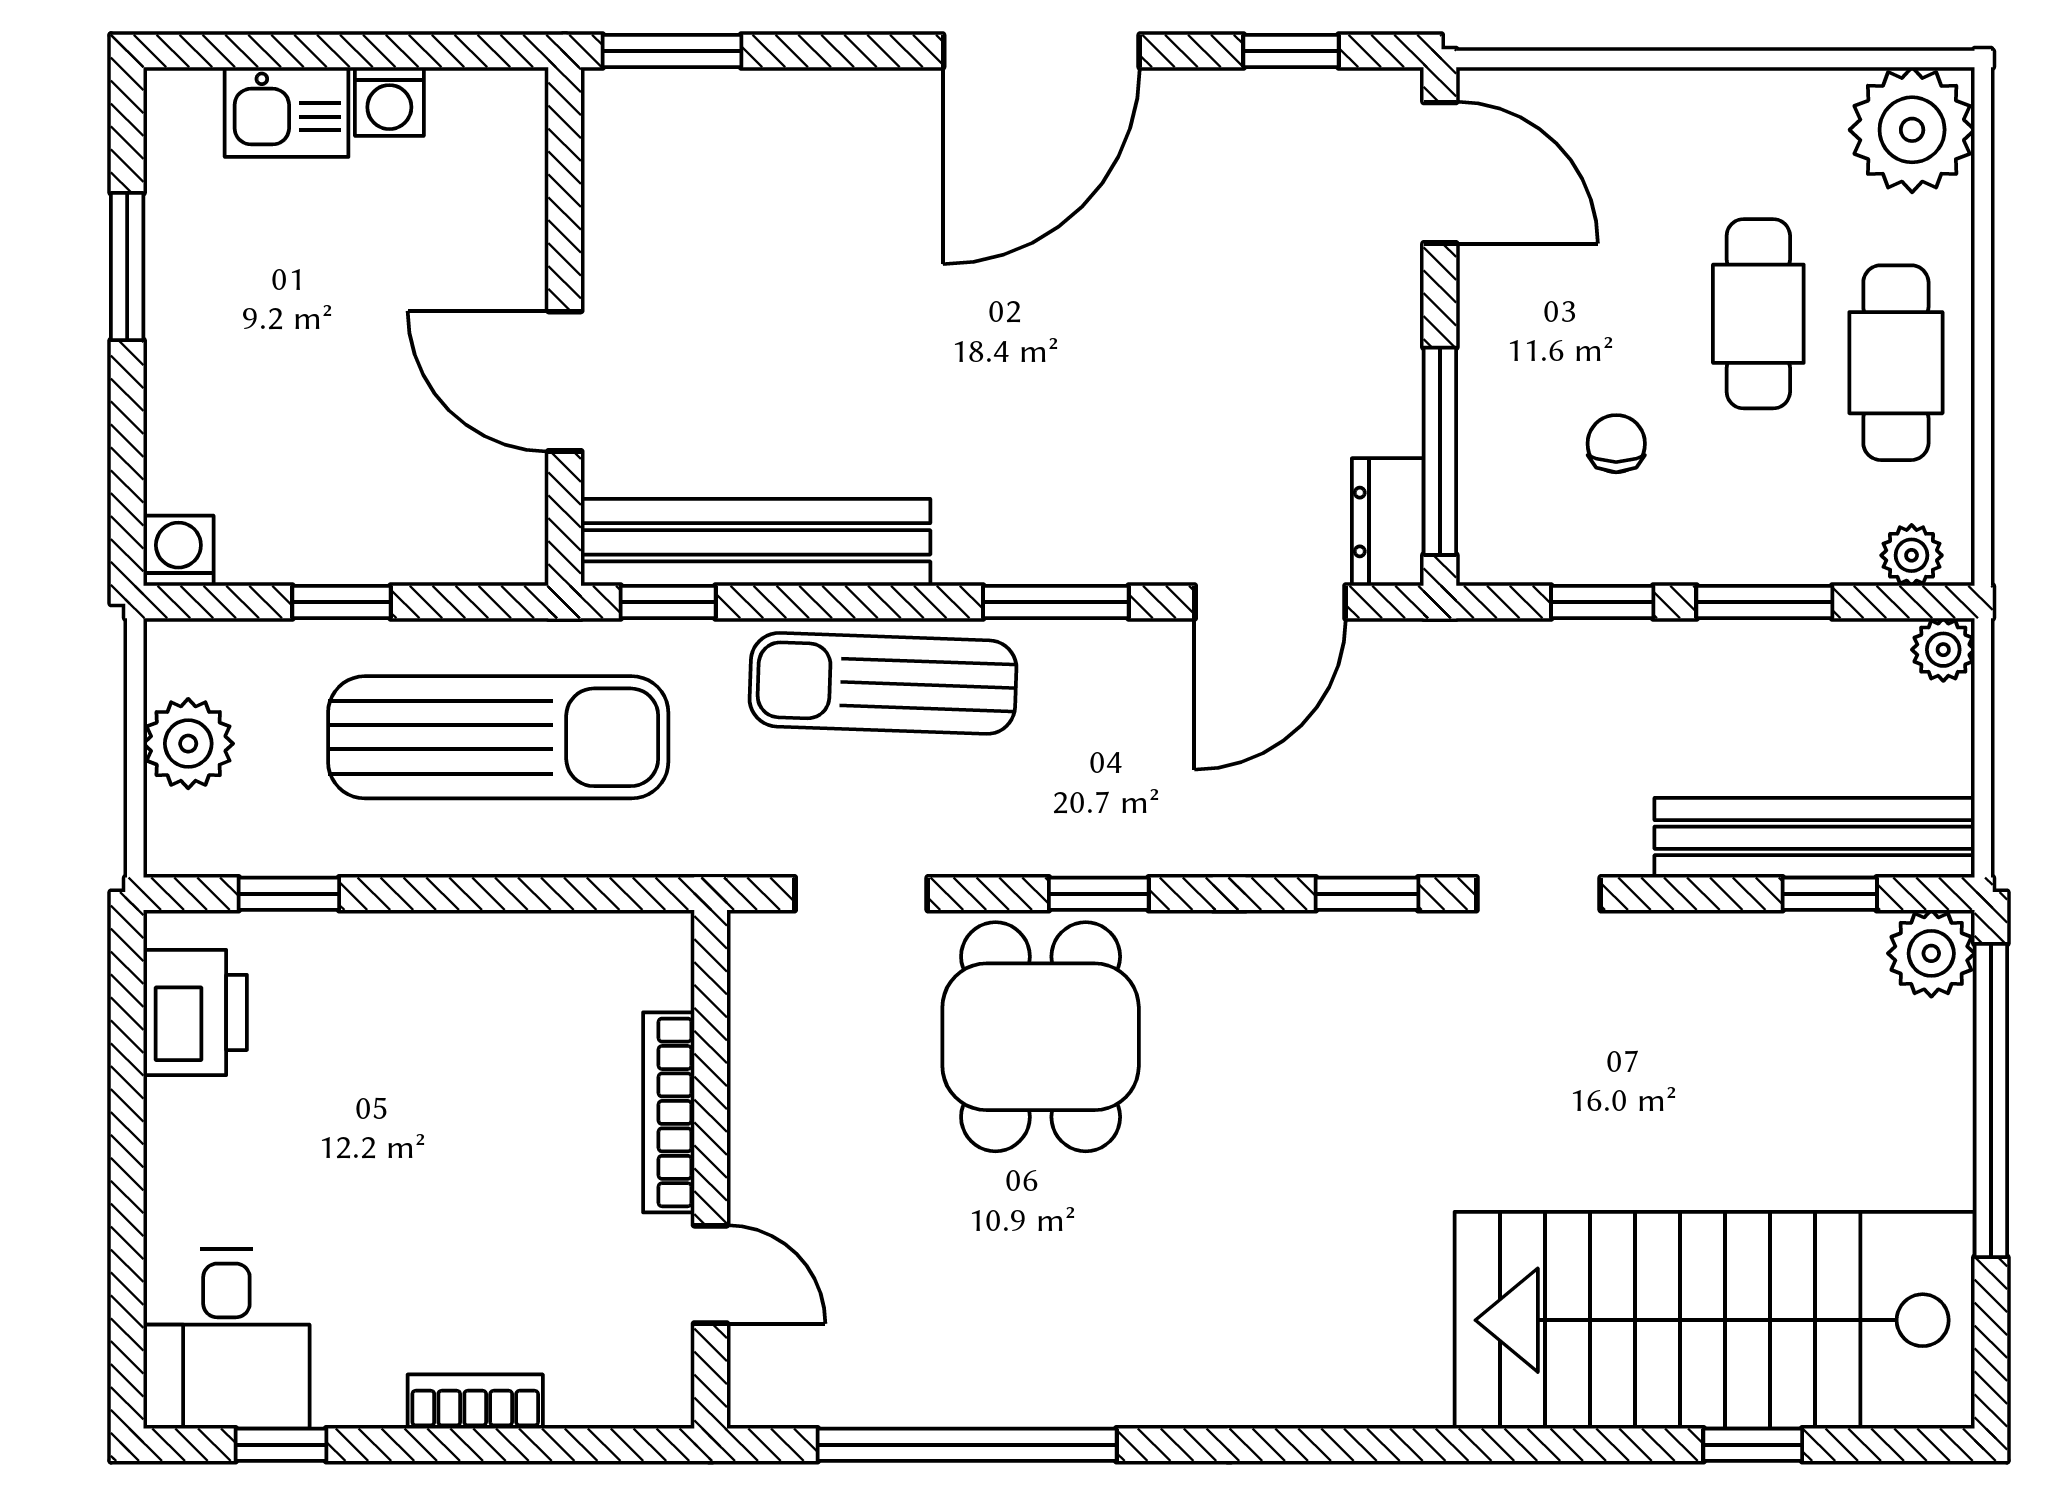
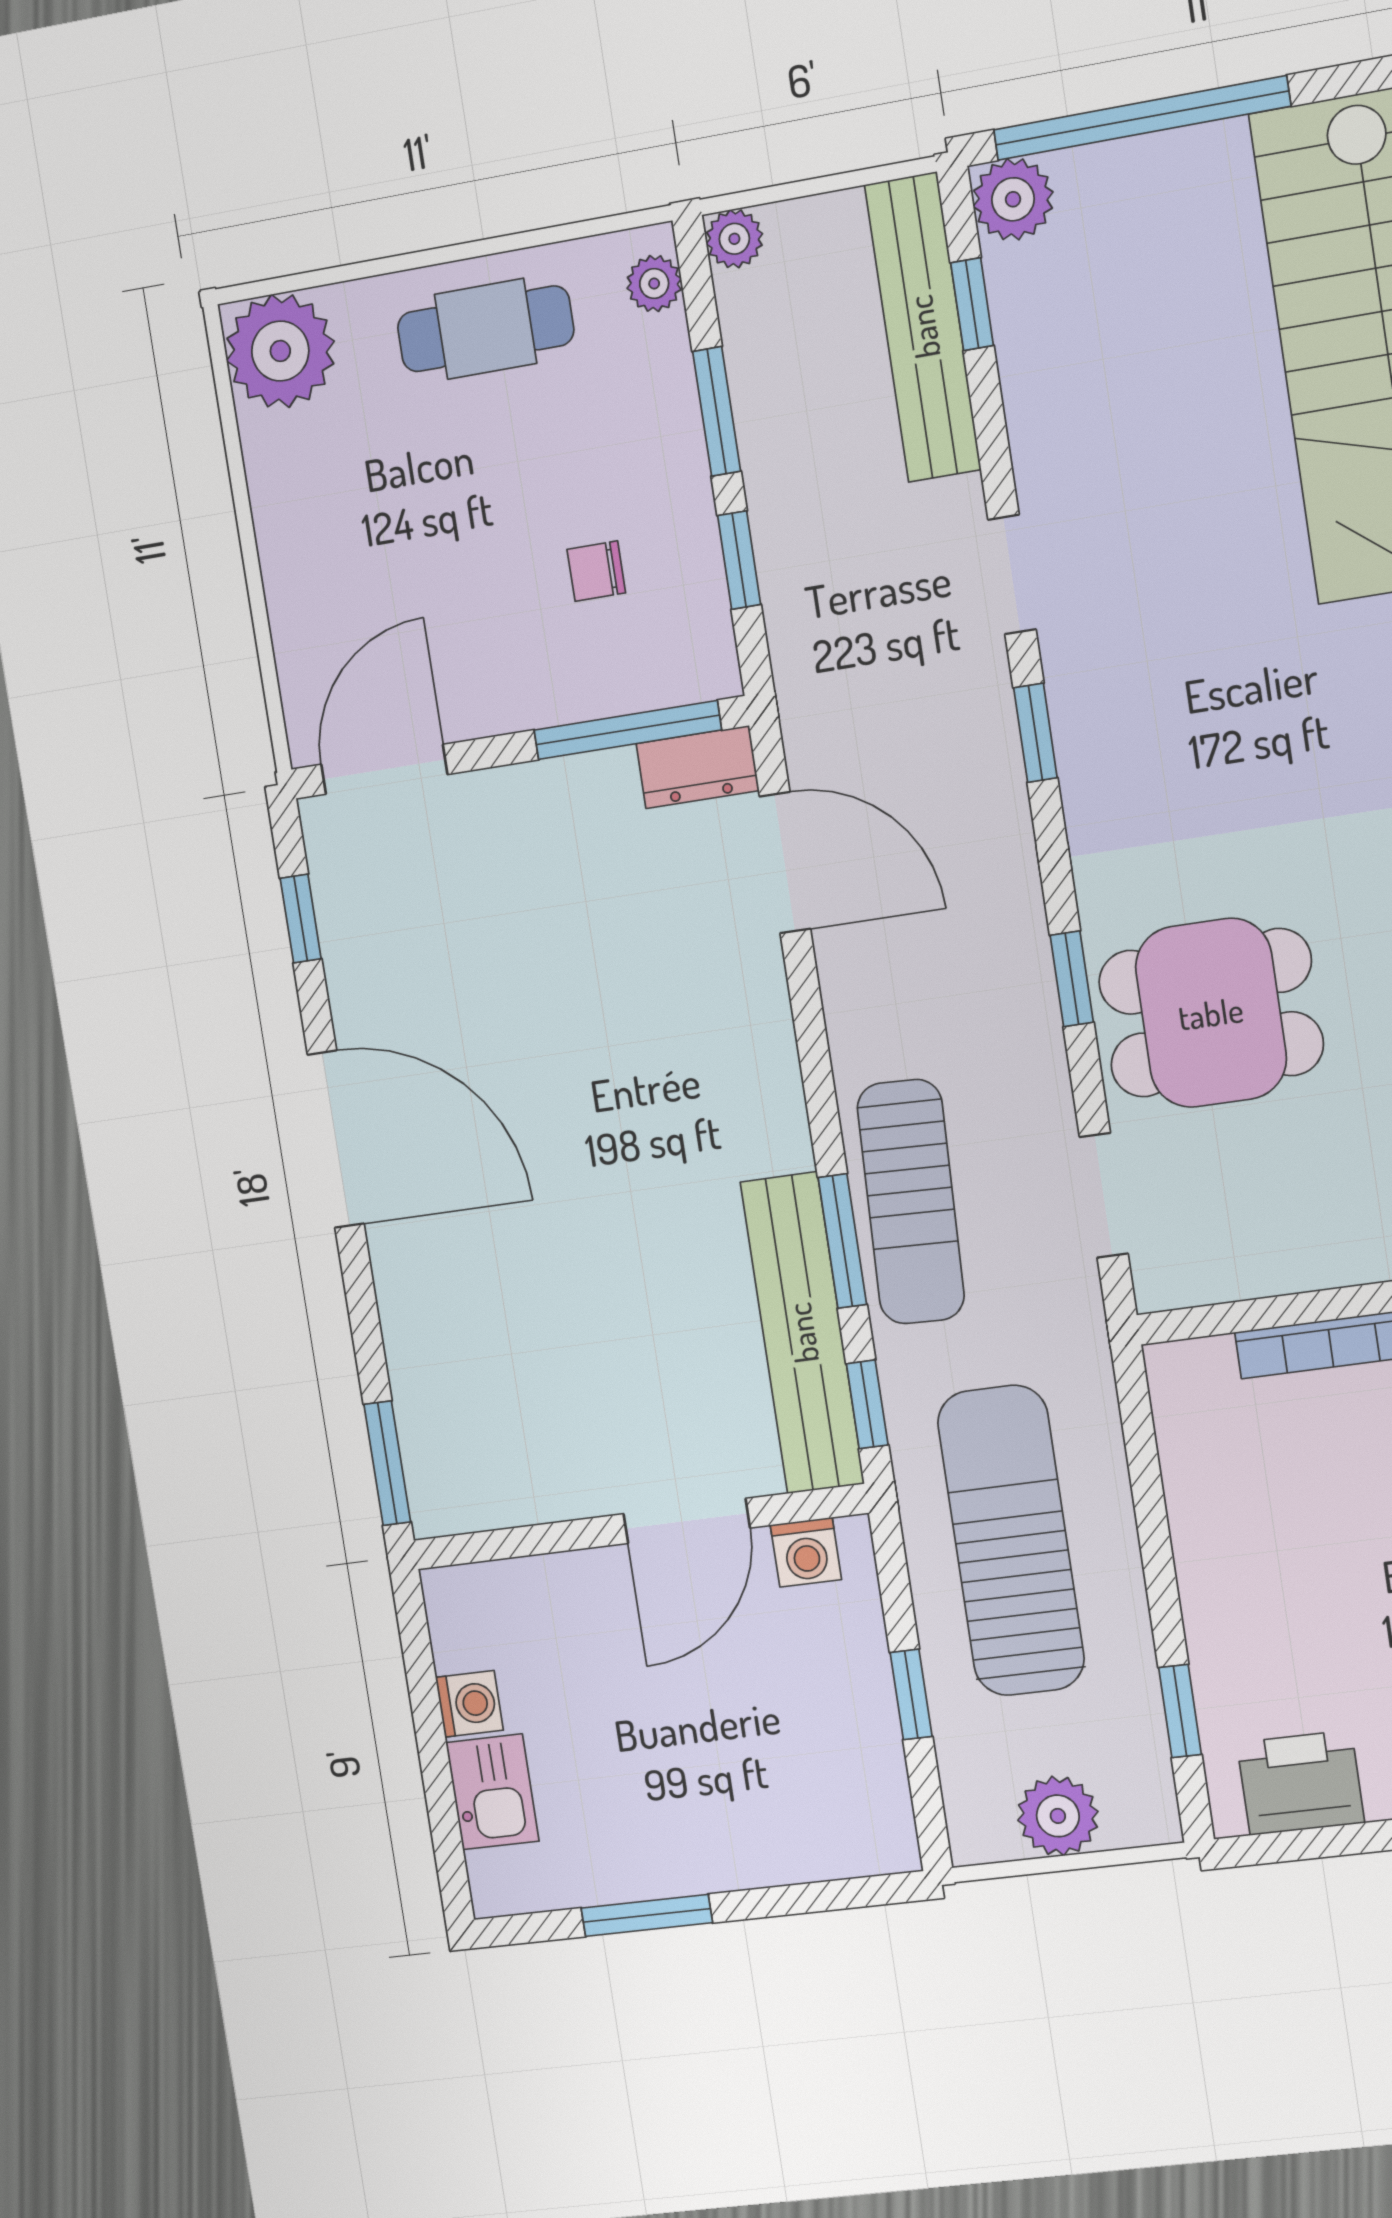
cafe table: (1758, 314) -> (462, 462), removed
washing machine: (178, 551) -> (806, 1552), moved, turned -90
window: (1056, 602) -> (842, 1241), moved

